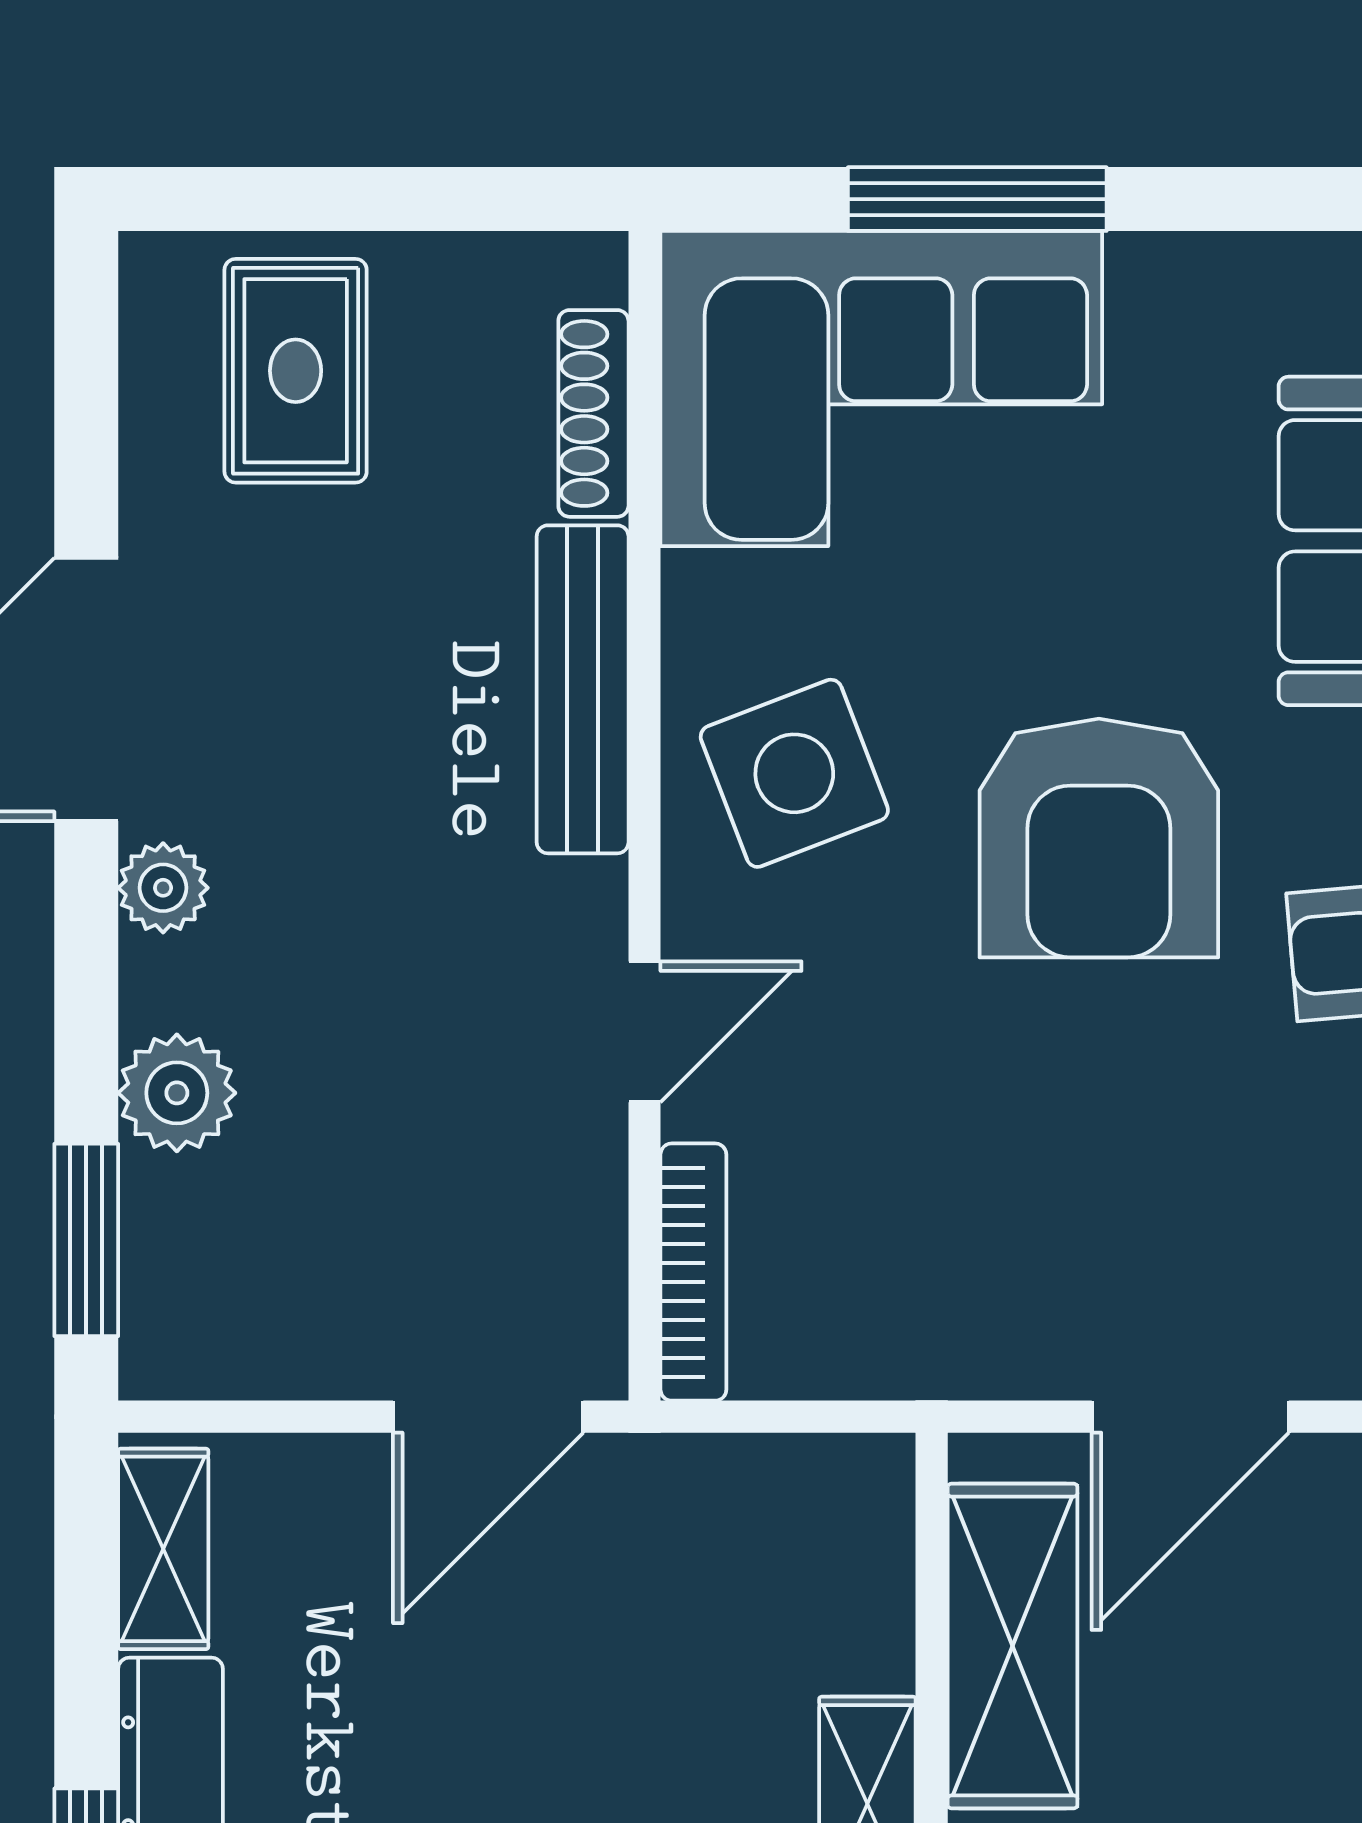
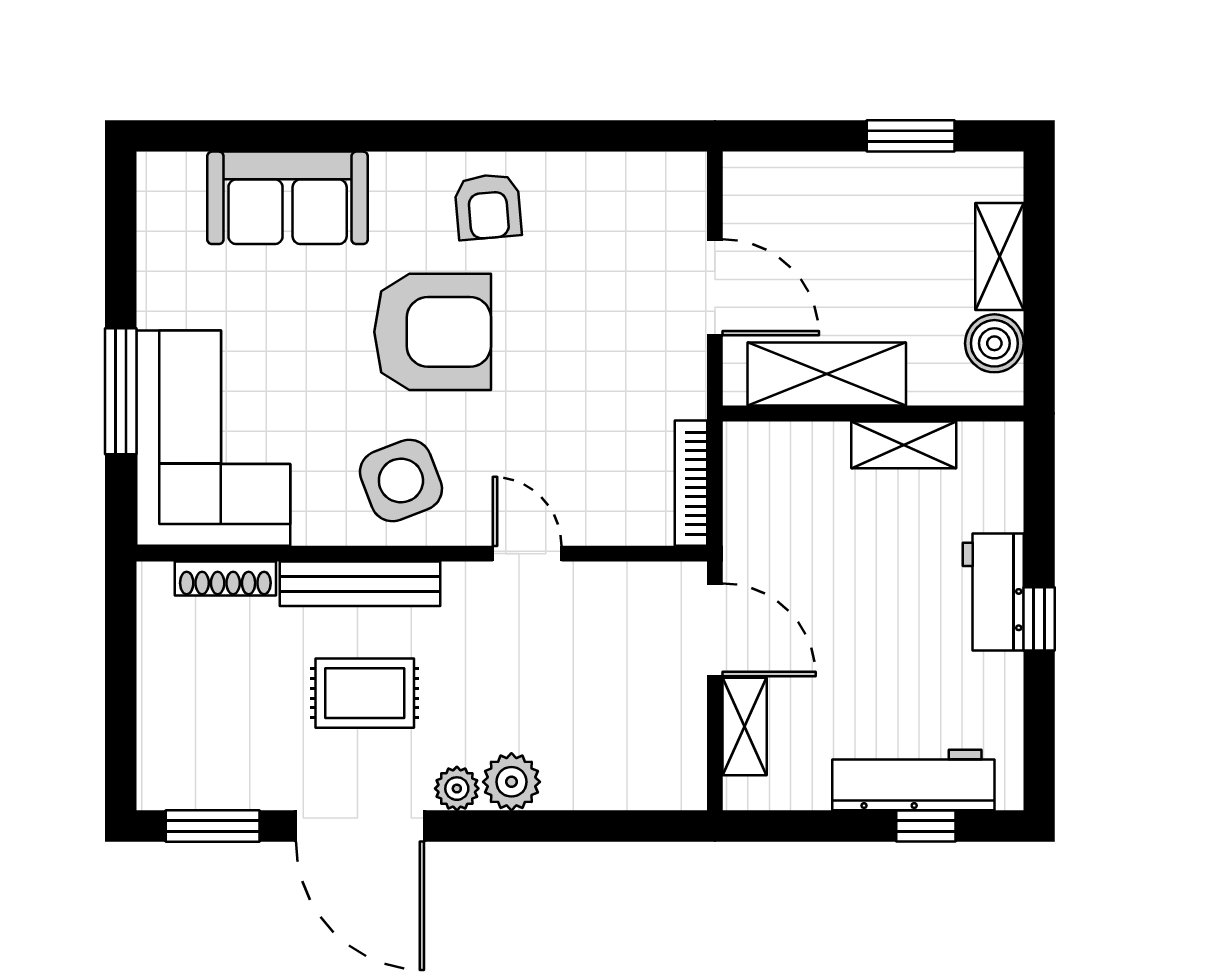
rug: (296, 371) -> (365, 693), moved
plant: (177, 1093) -> (511, 782), moved
window: (86, 1240) -> (213, 826), moved
bookcase: (693, 1272) -> (691, 483), moved, turned -90
shelving: (163, 1549) -> (745, 726), moved, turned 90

